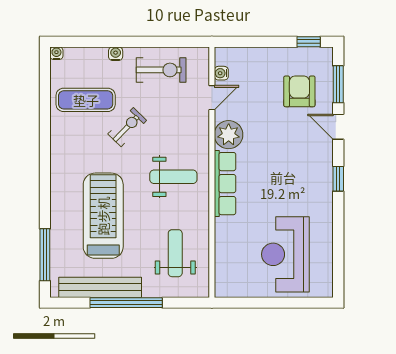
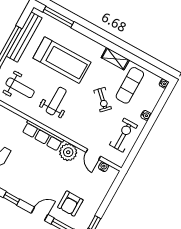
exercise bike: (161, 70) -> (123, 135), turned 180
armchair: (299, 91) -> (70, 204), turned 90
shelving: (59, 141) -> (115, 59), added
weight bench: (173, 177) -> (56, 101), moved, turned 180

